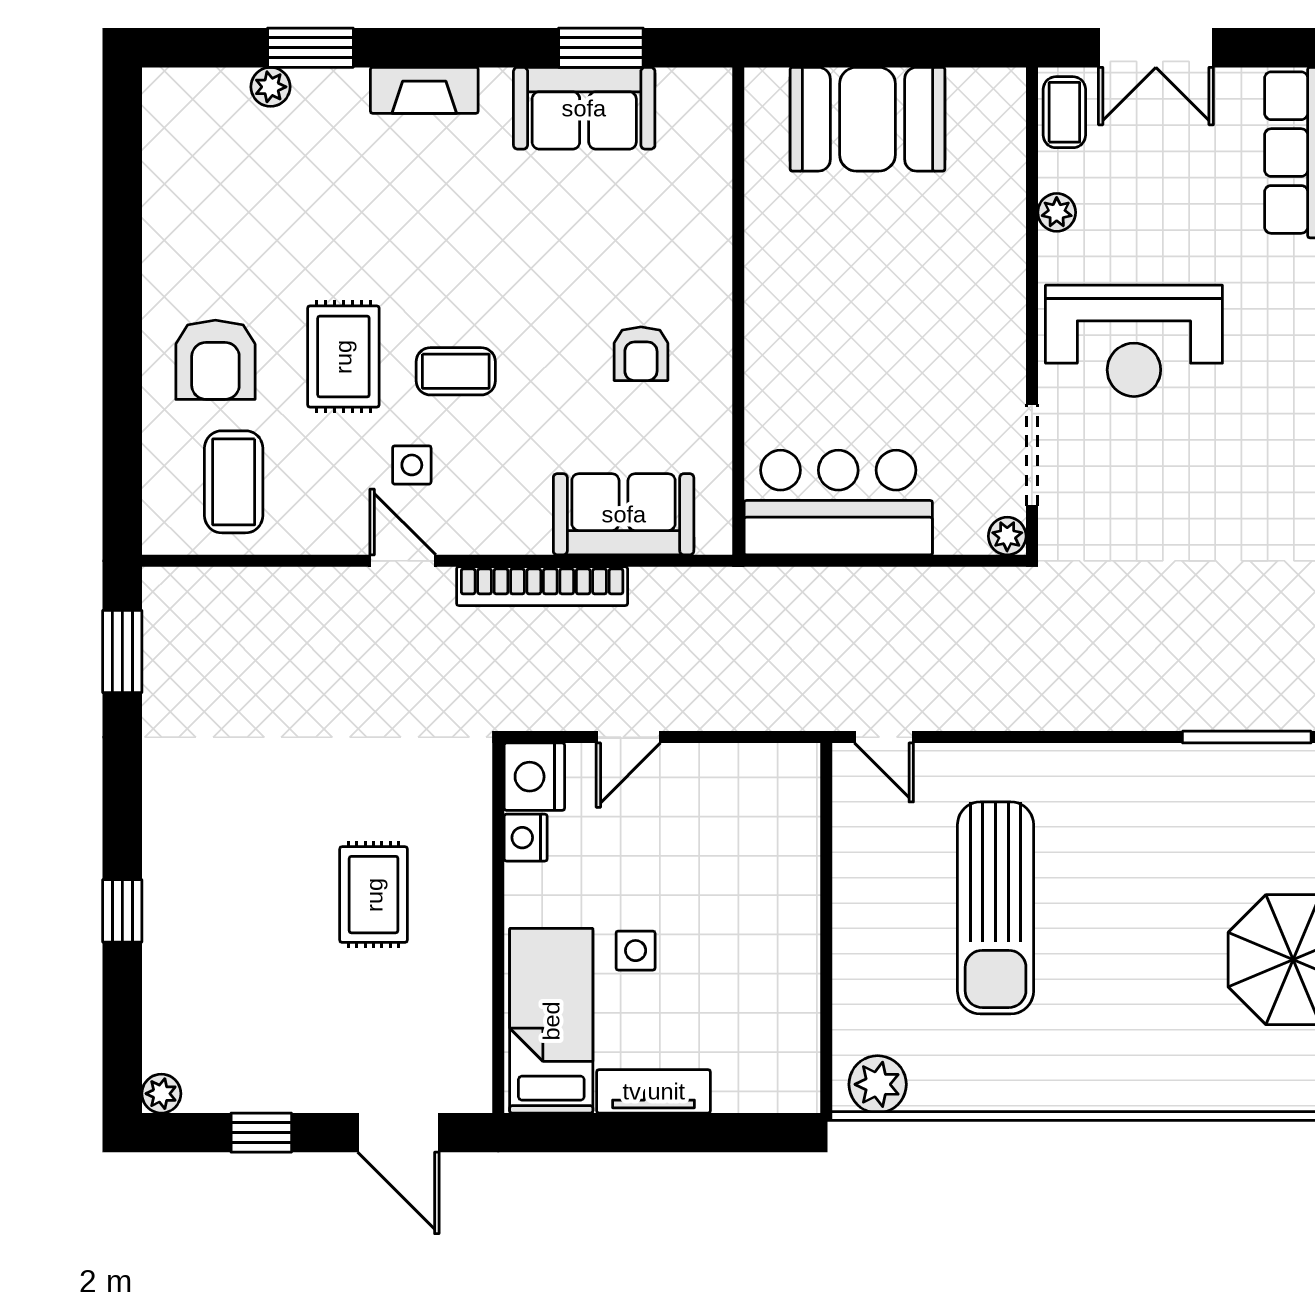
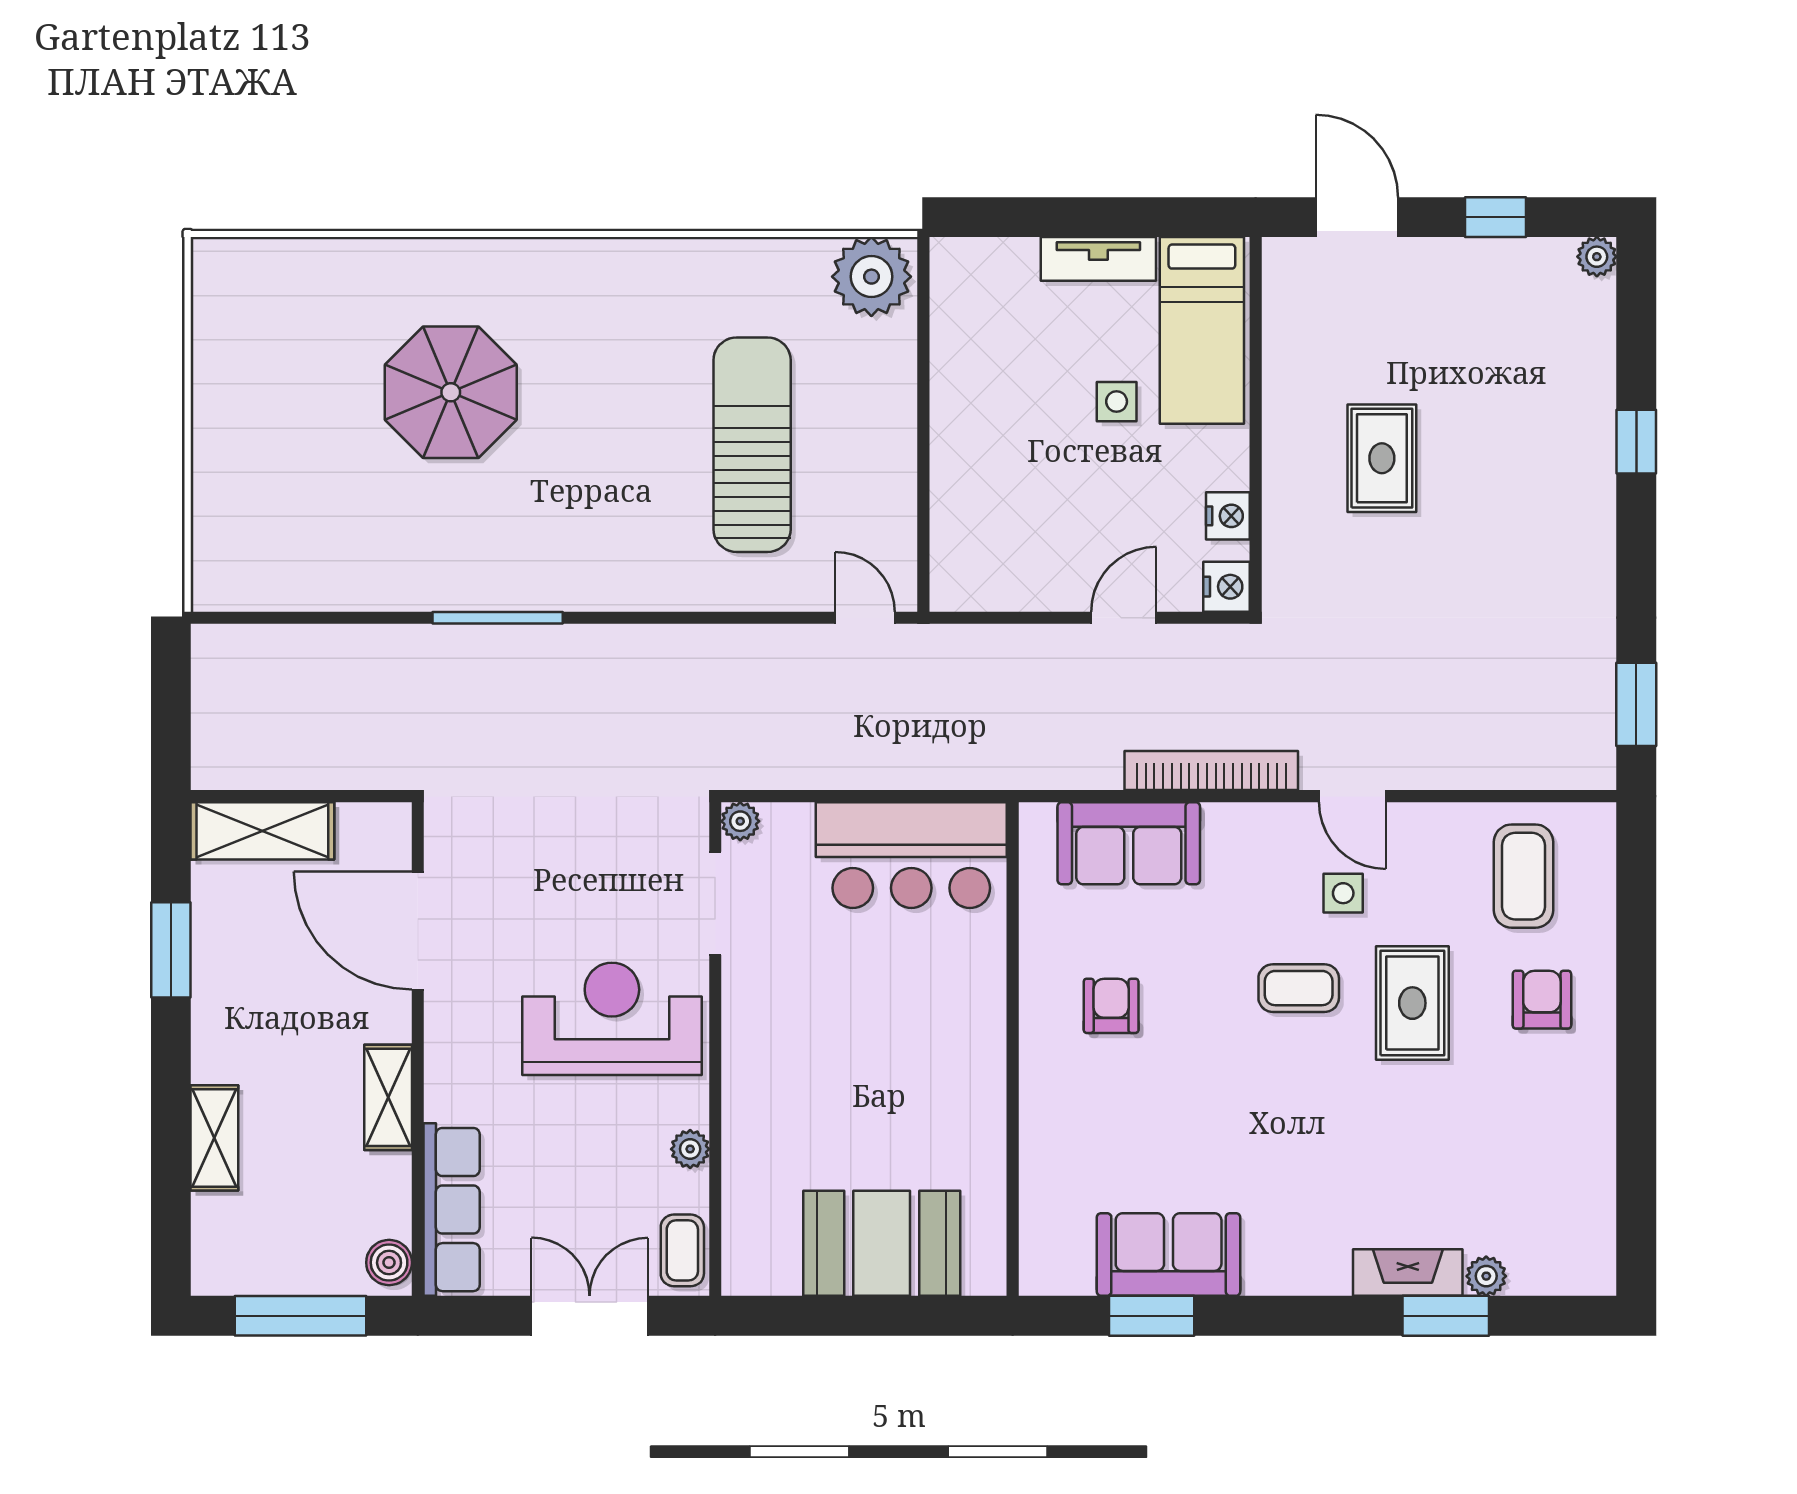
fireplace: (424, 90) -> (1408, 1273), moved
armchair: (215, 360) -> (1542, 1000), width x0.72, depth x0.72
nightstand: (534, 777) -> (1227, 587), width x0.74, depth x0.75
plant: (878, 1084) -> (871, 277), width x1.36, depth x1.36

